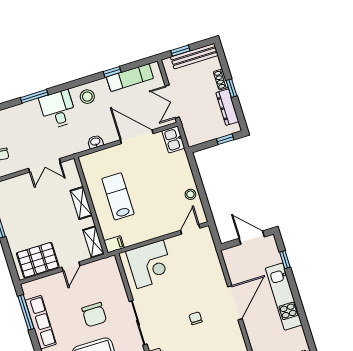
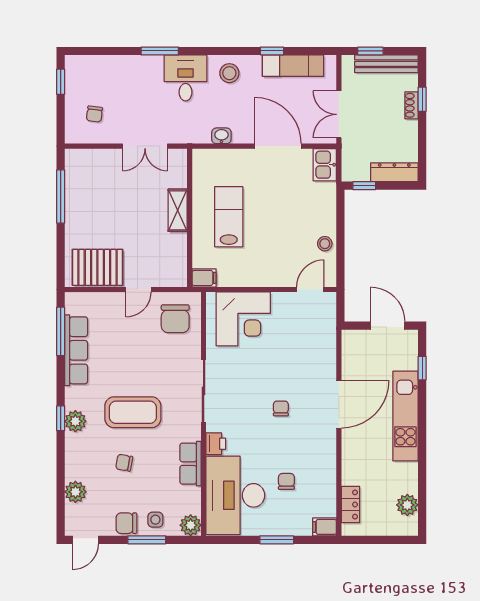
window: (231, 88) -> (422, 99), moved
dresser: (227, 107) -> (394, 172), moved, turned 90
window: (225, 139) -> (364, 186), moved
shelving: (93, 242) -> (178, 267), removed
chair: (94, 315) -> (175, 319), moved

